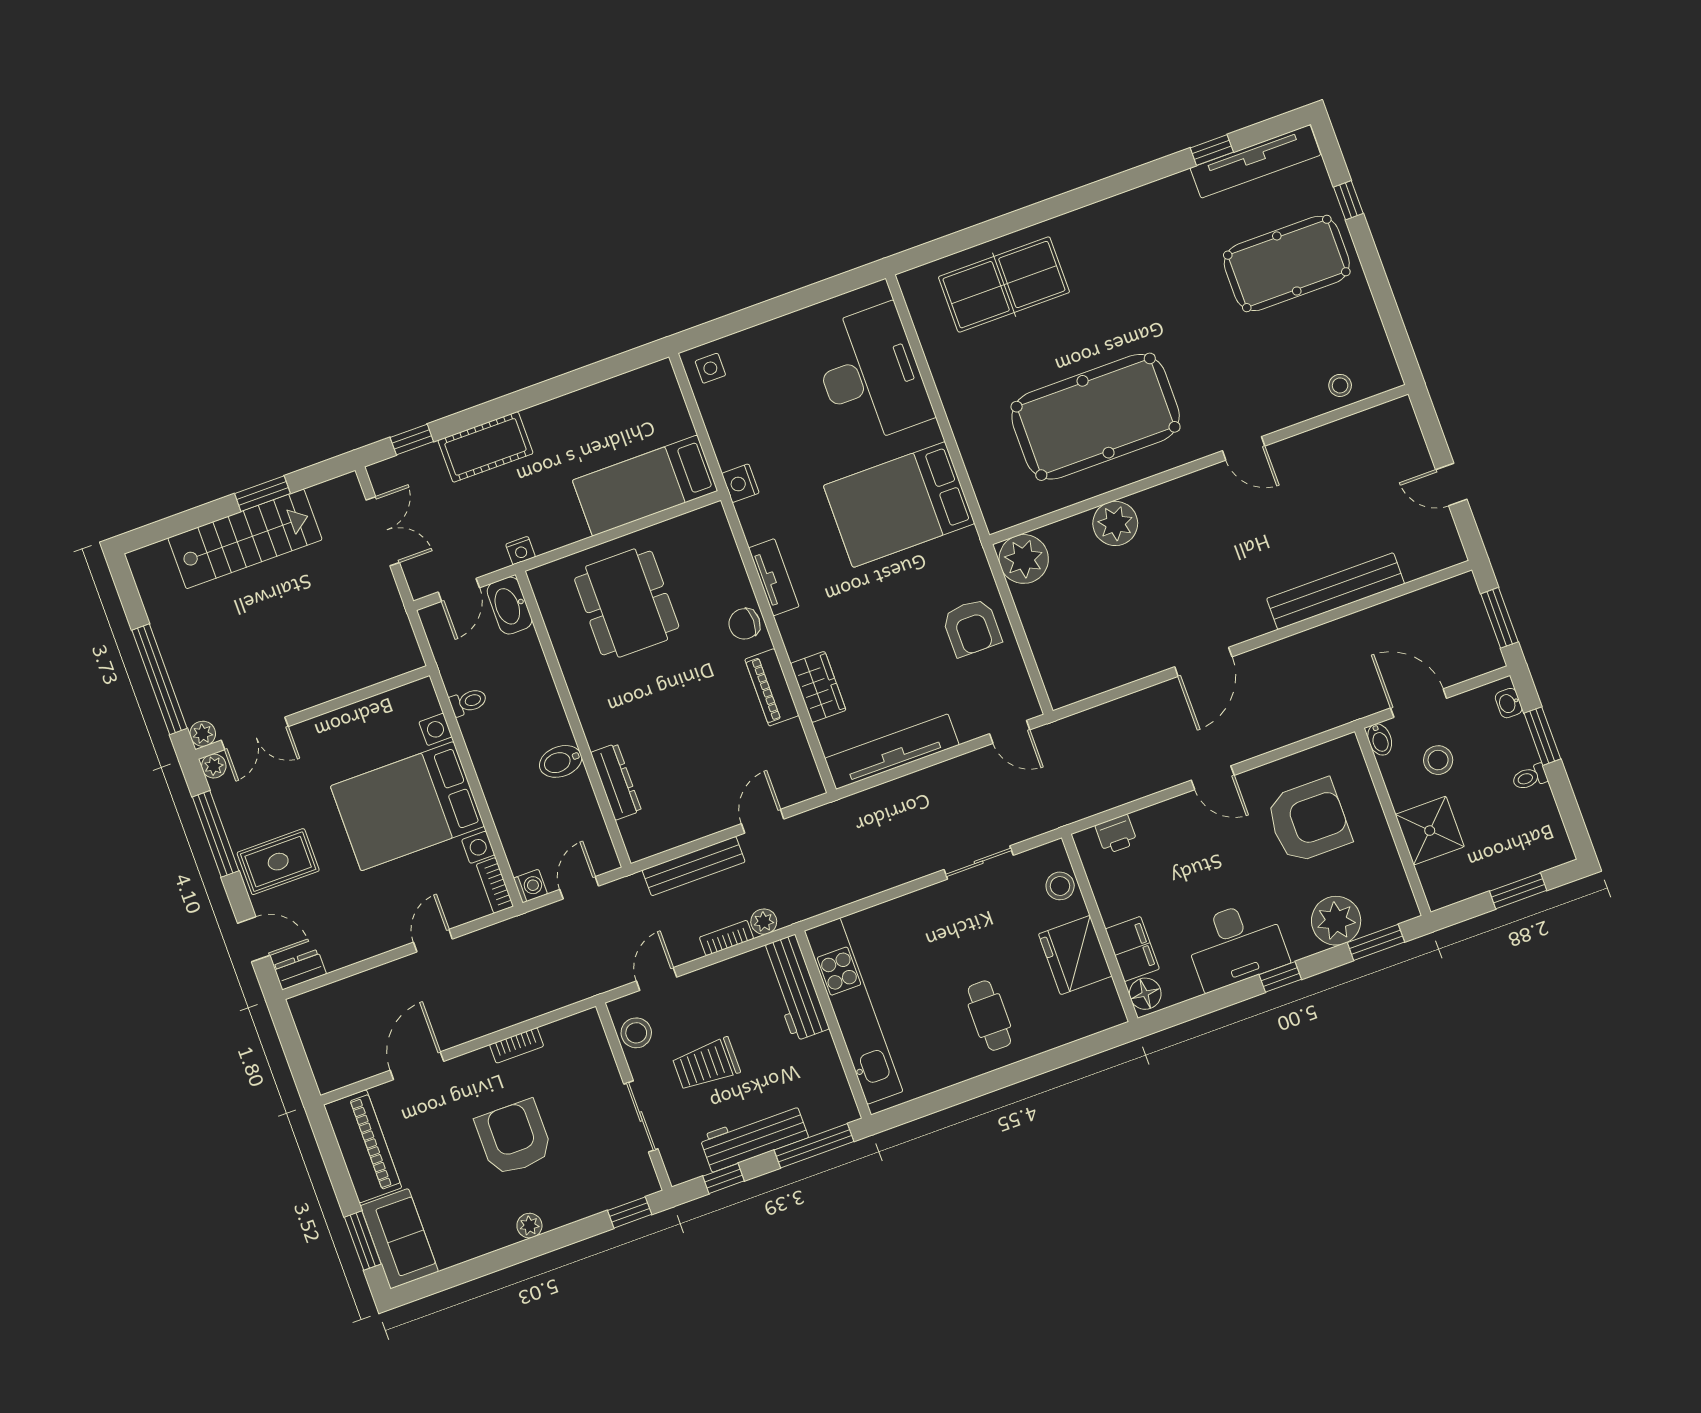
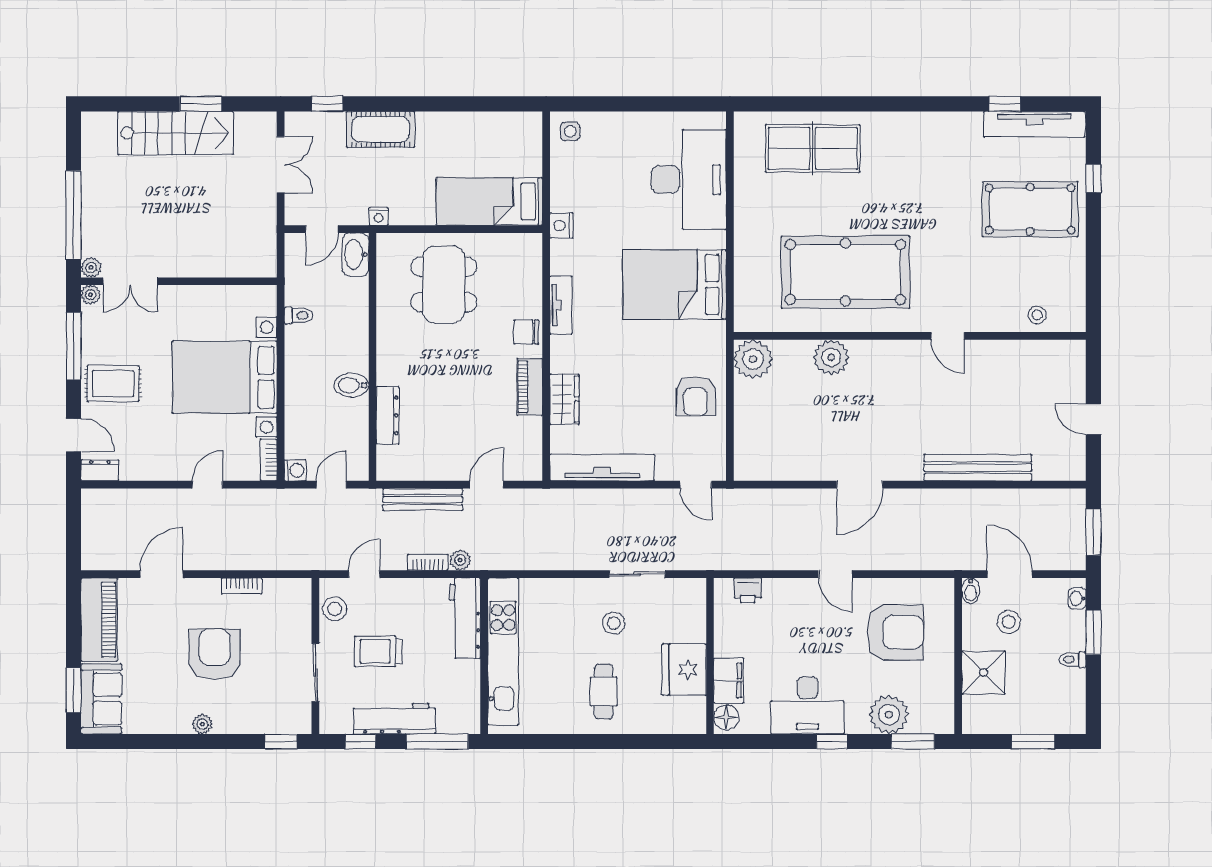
stool: (1060, 886) -> (614, 623), moved

